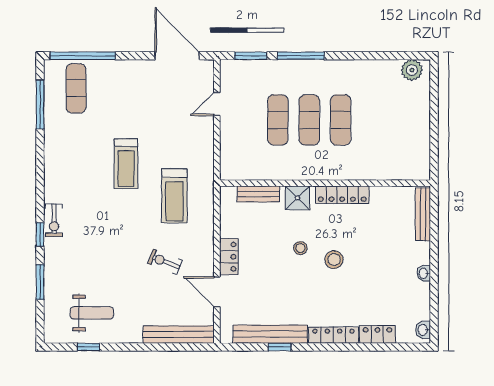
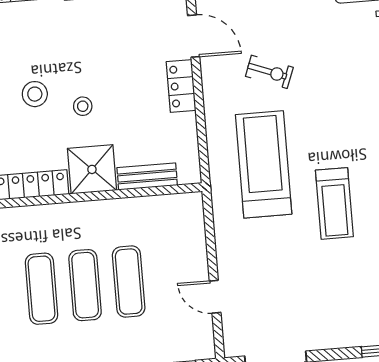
door: (217, 104) -> (215, 297), swing flipped
treadmill: (126, 164) -> (334, 203), turned 180
treadmill: (174, 196) -> (264, 164), width x1.37, depth x1.38
shower: (297, 198) -> (92, 169), width x1.36, depth x1.36

